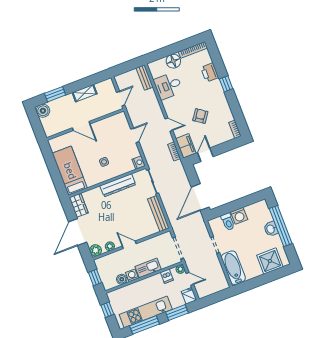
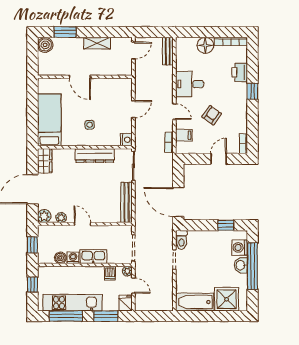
desk: (168, 86) -> (190, 84), moved
door: (121, 99) -> (133, 51), moved
filing cabinet: (186, 146) -> (184, 135), width x0.50
door: (205, 155) -> (219, 159), moved
door: (200, 197) -> (178, 202), hinge flipped
window: (246, 201) -> (226, 225), added
washing machine: (239, 216) -> (240, 248), moved, turned 90
toilet: (228, 222) -> (181, 240), moved
bathtub: (233, 268) -> (195, 302), moved, turned -90

